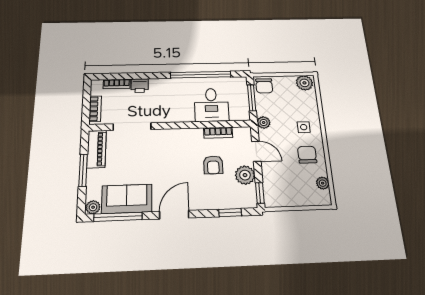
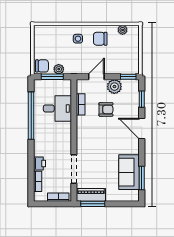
plant: (304, 83) -> (40, 34), removed
plant: (264, 123) -> (59, 69), moved
window: (83, 170) -> (93, 204), moved
plant: (93, 207) -> (134, 196), removed
door: (174, 215) -> (142, 129), moved
window: (118, 217) -> (142, 178), width x0.69

